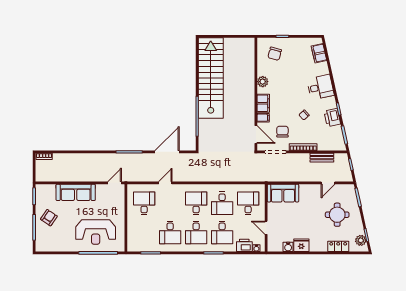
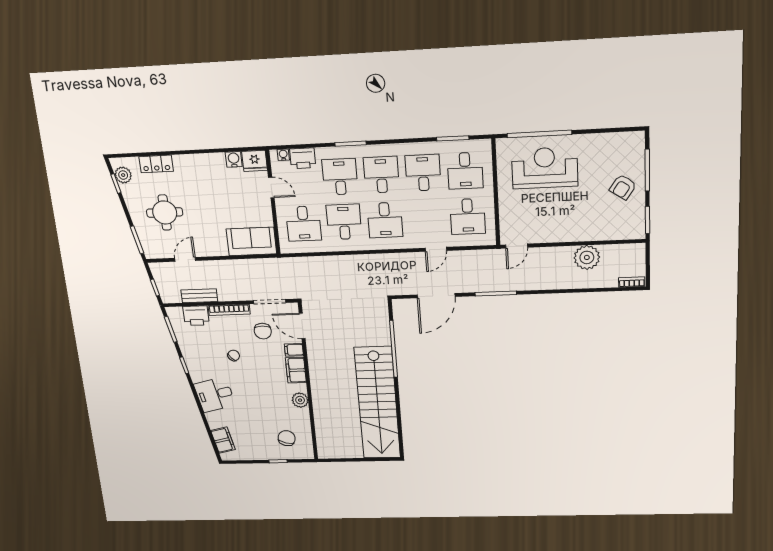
printer: (332, 117) -> (196, 316), moved, turned 102
plant: (71, 174) -> (587, 257), added
sofa: (76, 192) -> (579, 229), removed
desk: (144, 232) -> (465, 171), added
fridge: (301, 245) -> (255, 161), moved

